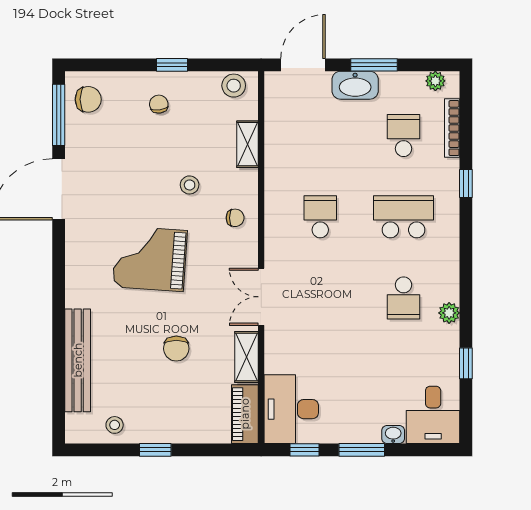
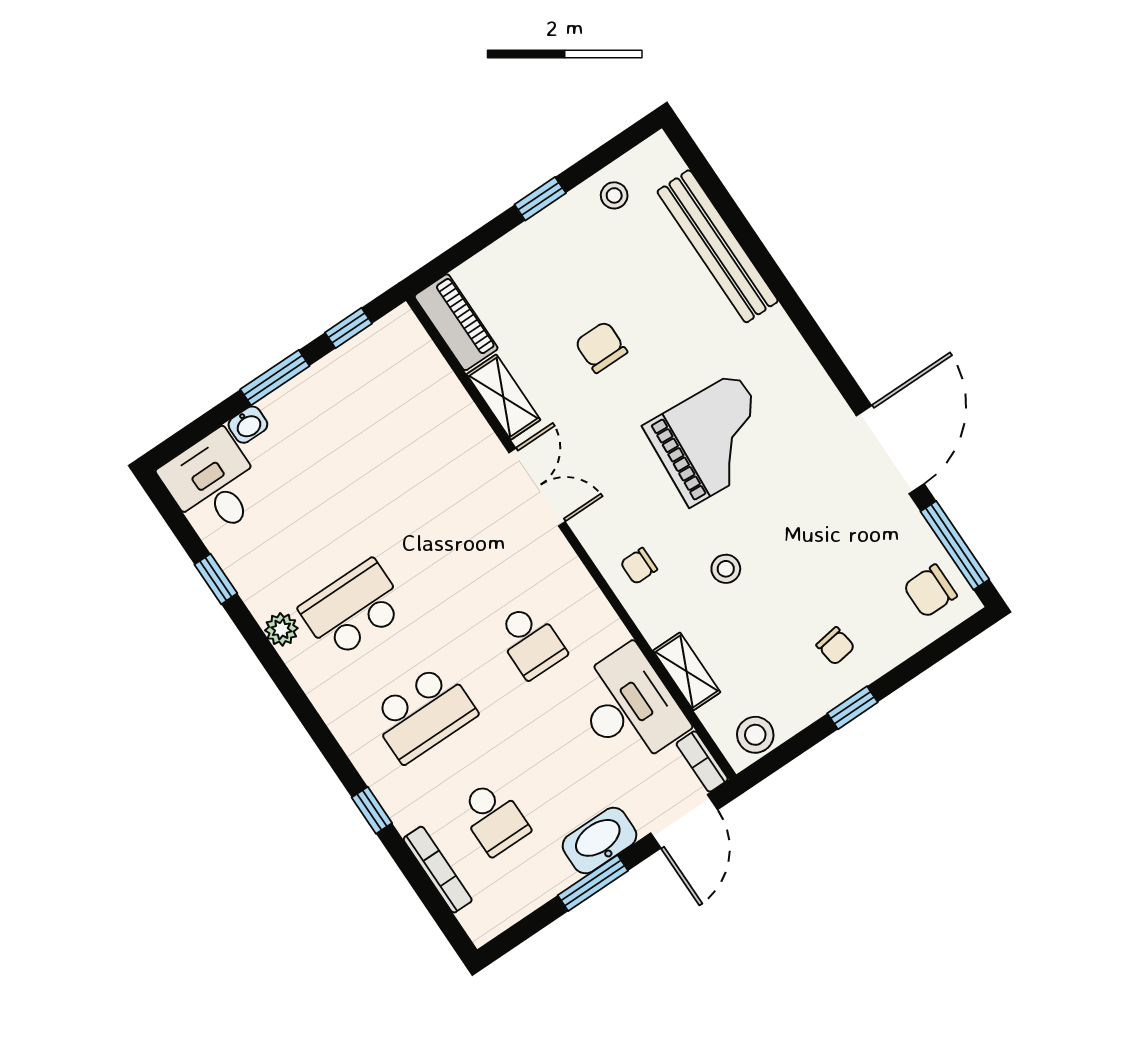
plant: (435, 81) -> (500, 915), removed
bookcase: (272, 90) -> (702, 761), added
school desk: (404, 298) -> (353, 609), width x1.85
desk: (291, 409) -> (629, 707), moved

